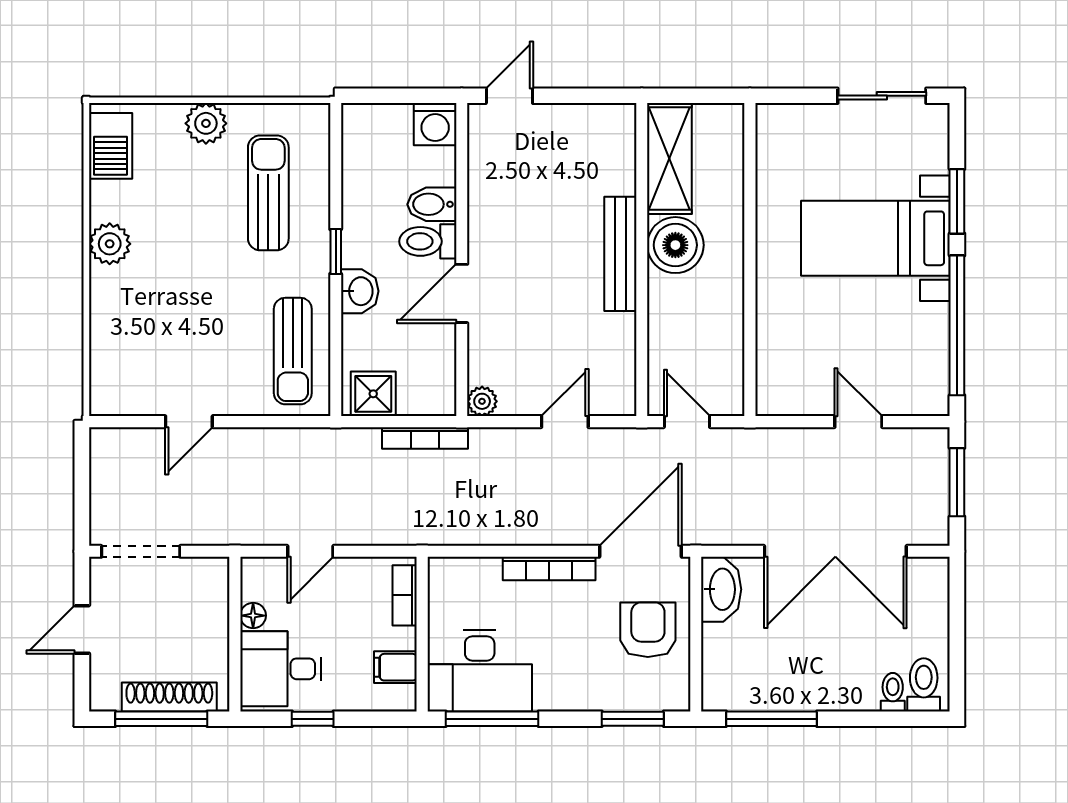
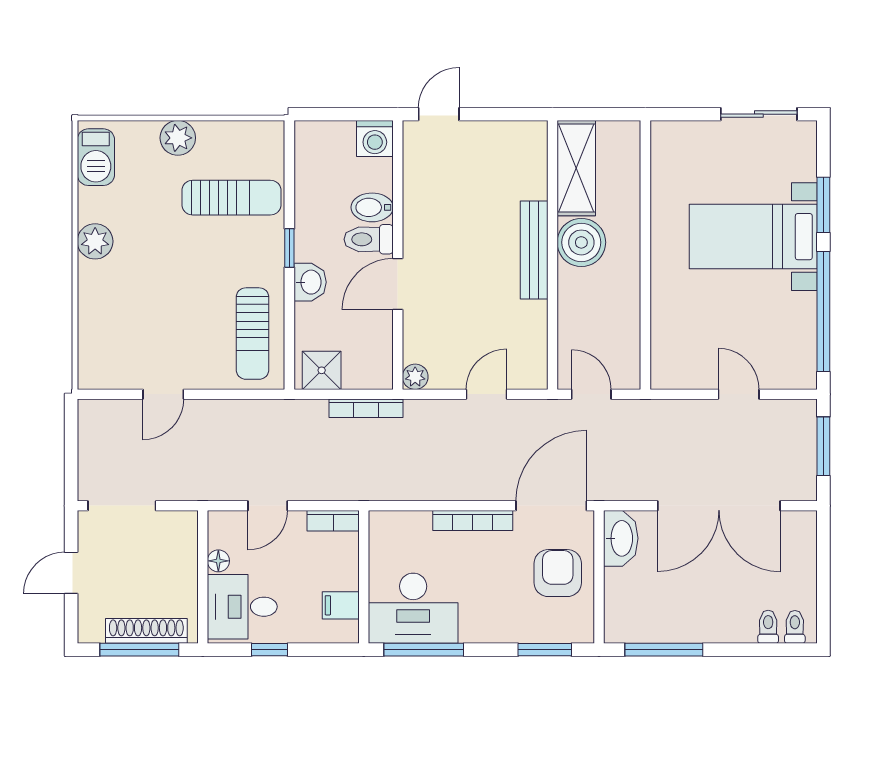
sun lounger: (268, 193) -> (231, 198), turned 90
bookcase: (405, 595) -> (333, 521), moved, turned -90
toilet: (924, 685) -> (795, 627), width x0.73, depth x0.72

